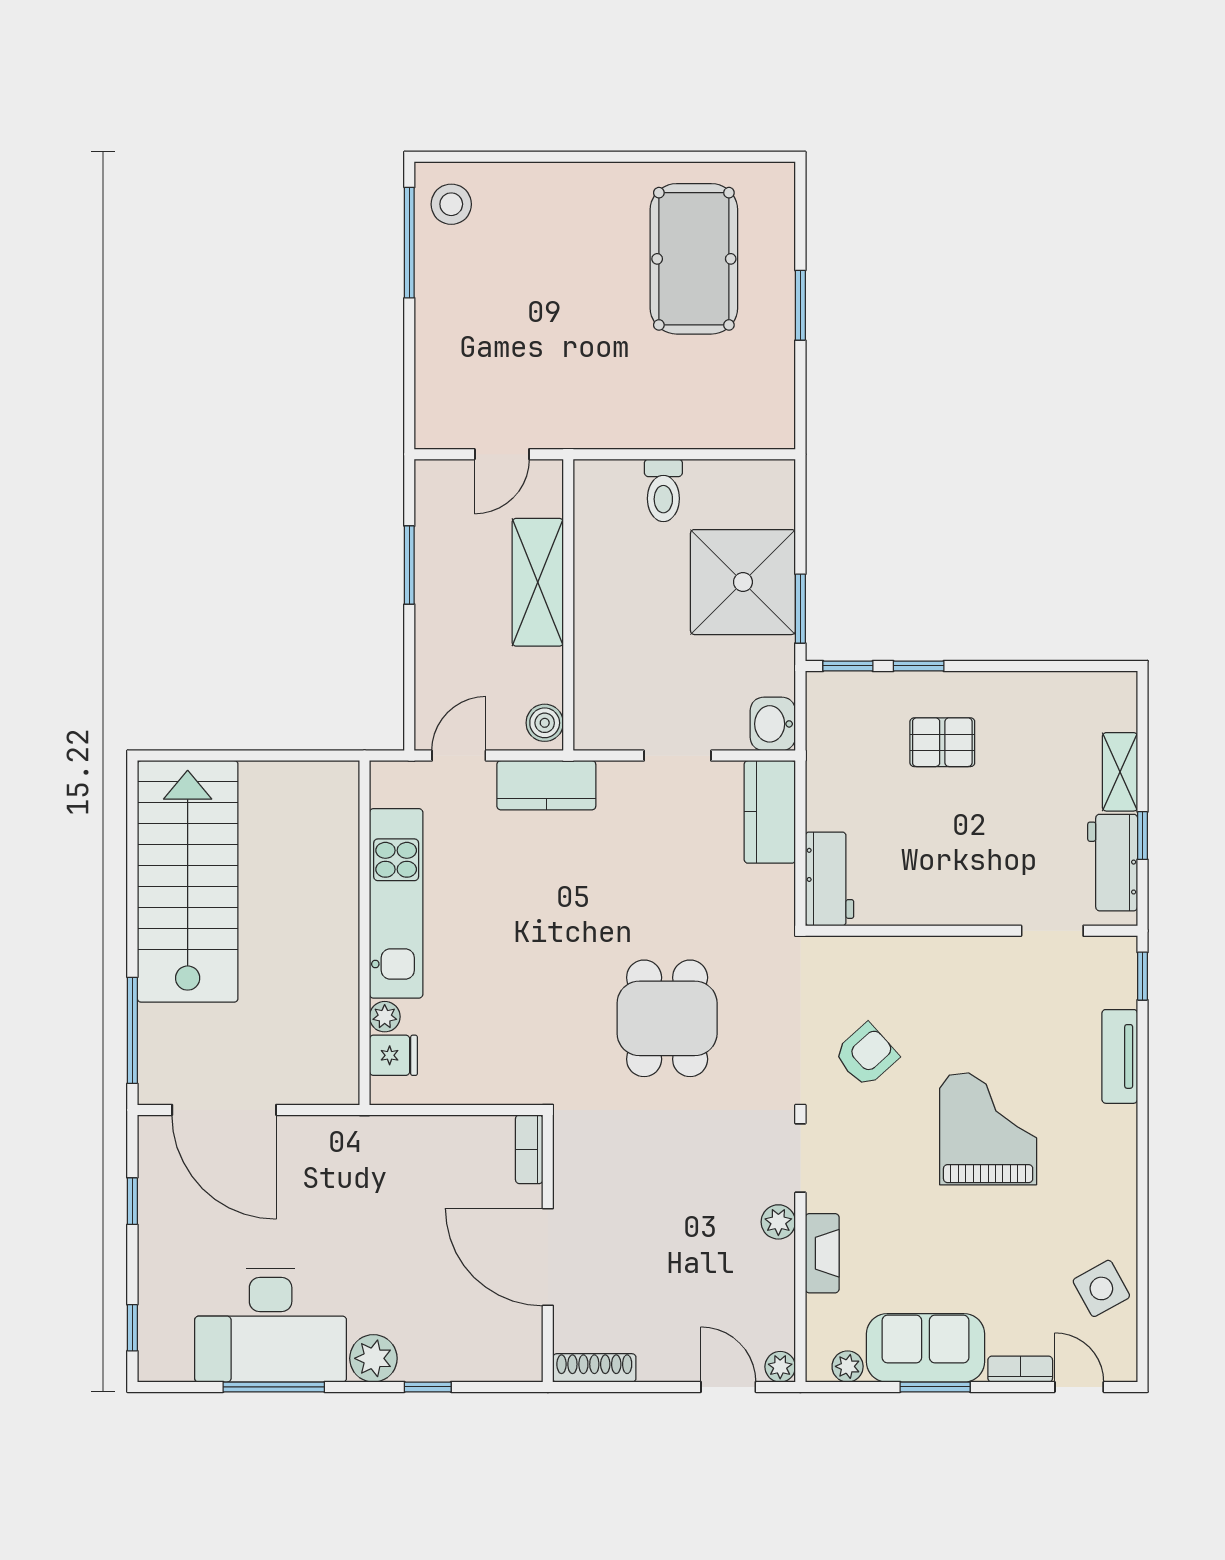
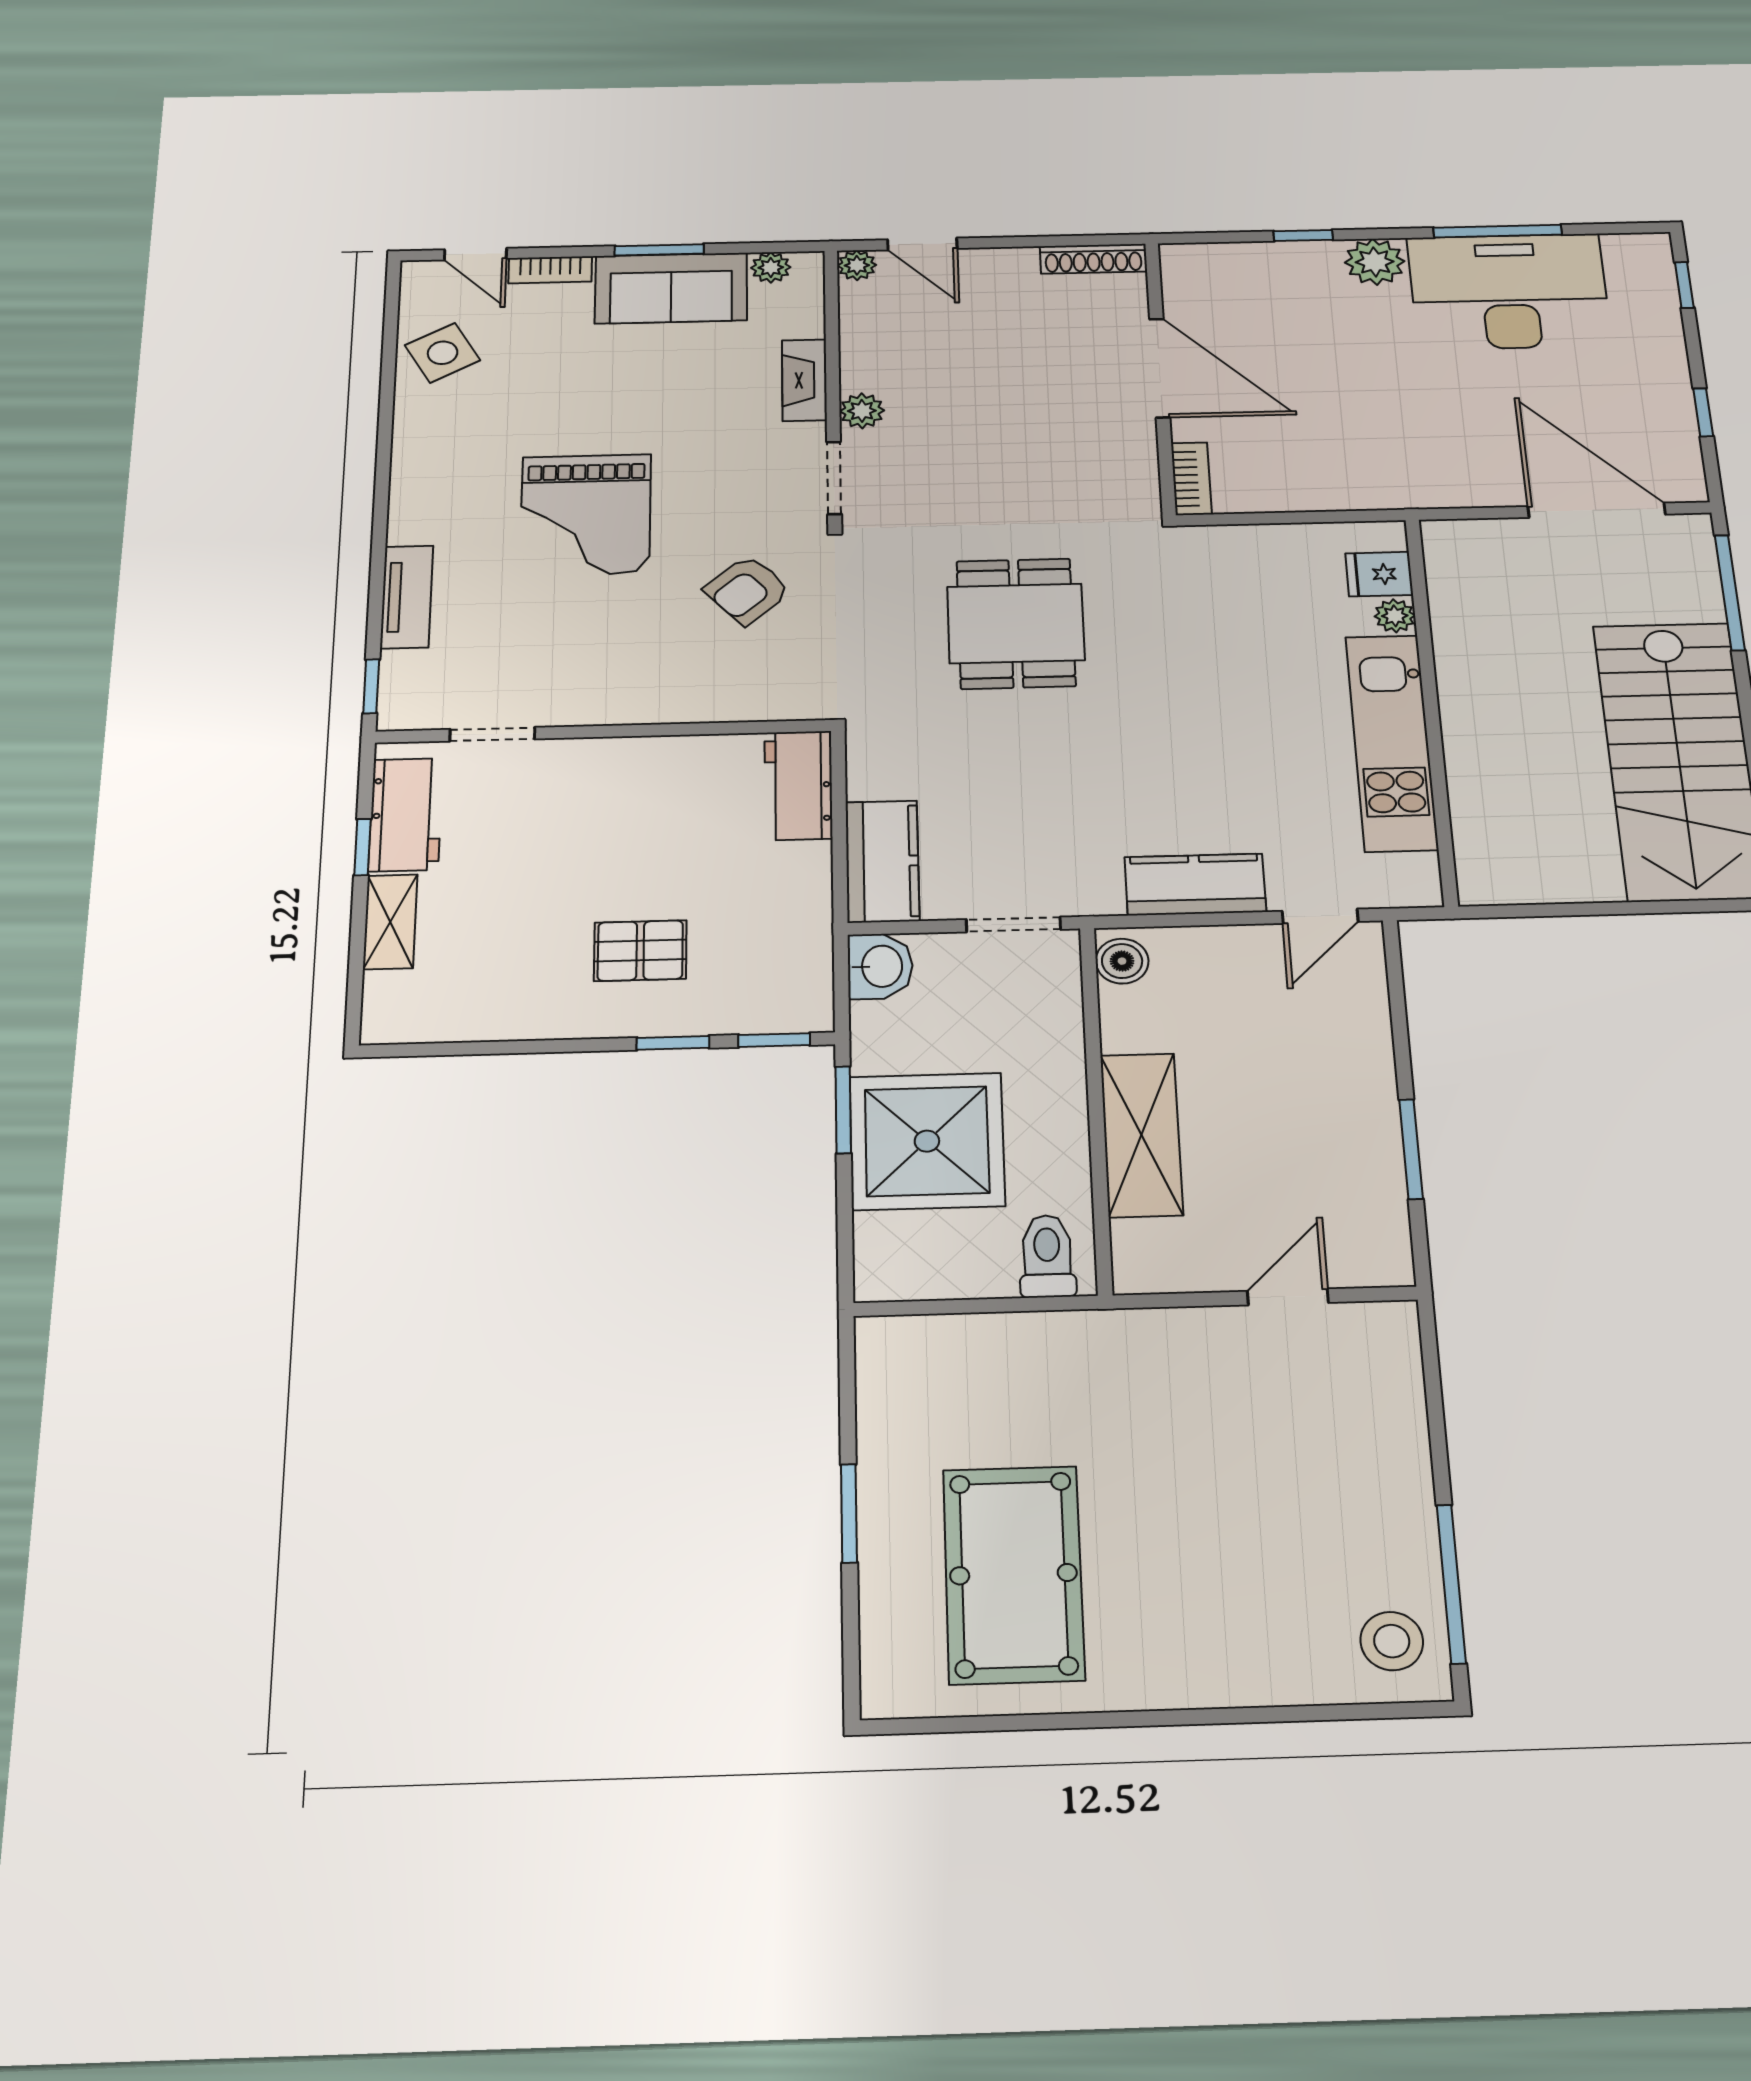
shelving: (538, 582) -> (1141, 1135), moved
wall: (568, 605) -> (1096, 1107), moved
boiler: (545, 723) -> (1122, 961), moved

